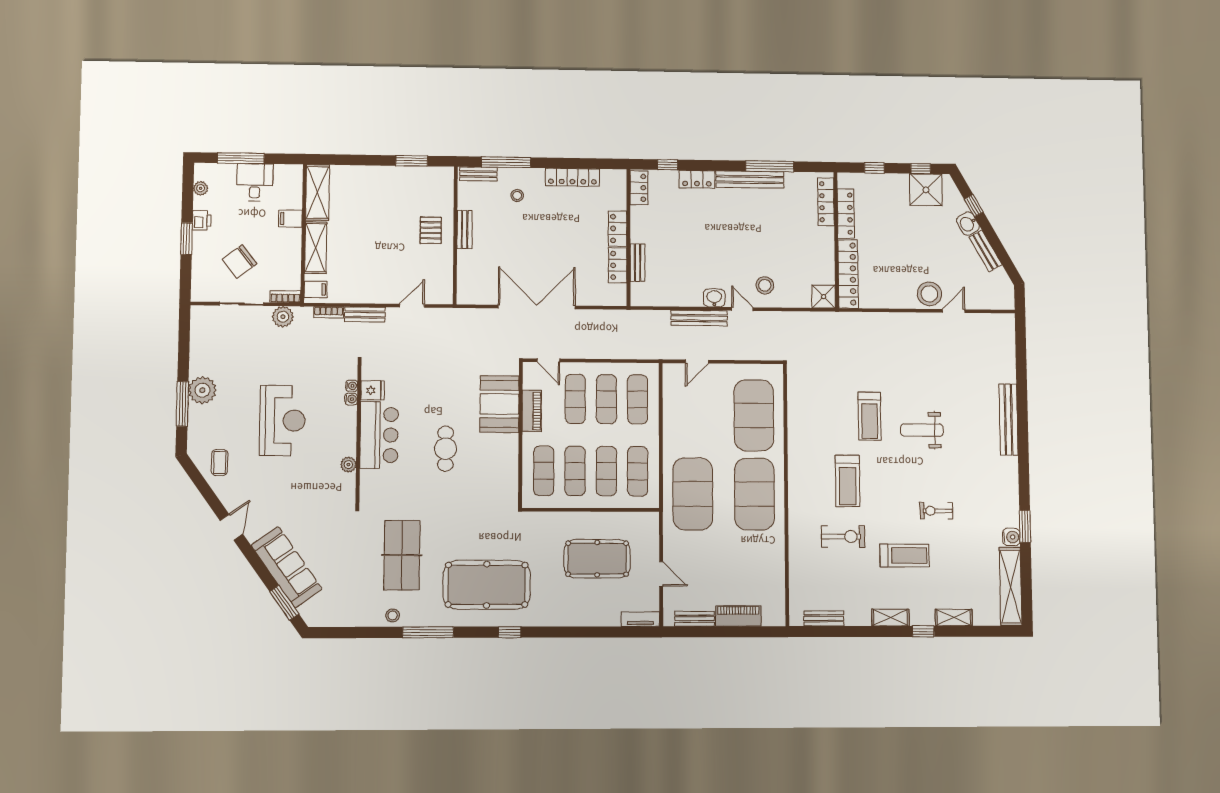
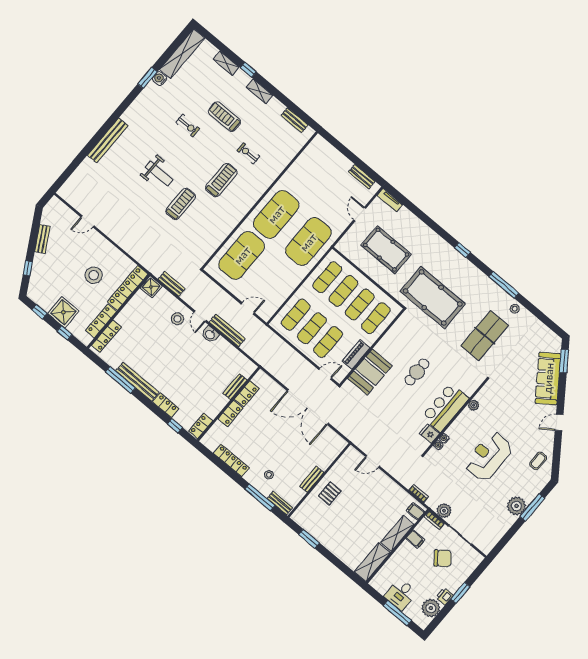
plant: (201, 188) -> (431, 608), width x1.88, depth x1.88
shower: (926, 190) -> (63, 312), moved
filing cabinet: (290, 219) -> (415, 539), moved
washbasin: (968, 224) -> (39, 261), removed
stool: (929, 294) -> (94, 275), moved
bench: (365, 315) -> (172, 284), moved
door: (548, 360) -> (325, 374), hinge flipped
exercise bike: (843, 537) -> (248, 153), width x0.73, depth x0.72
pool table: (487, 585) -> (433, 297), moved
piano: (738, 616) -> (338, 159), removed

